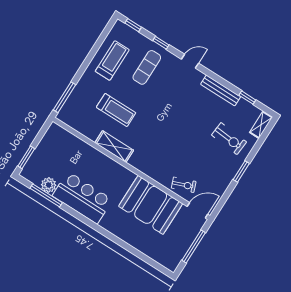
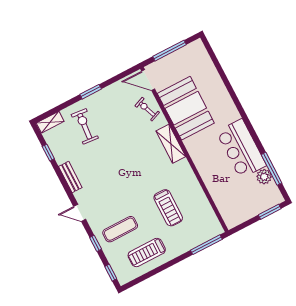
bench: (221, 90) -> (70, 177), width x0.73
treadmill: (116, 110) -> (168, 208), turned 180
shelving: (114, 147) -> (171, 144), moved

